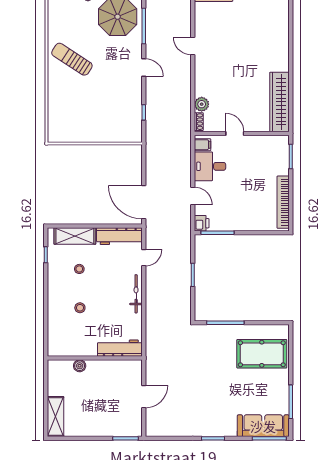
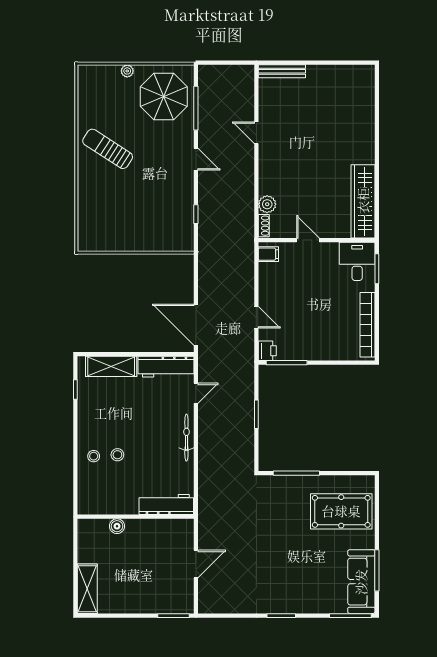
desk: (210, 166) -> (357, 261), moved, turned 90
stool: (79, 269) -> (94, 456), moved
sofa: (263, 426) -> (361, 582), moved, turned -90

